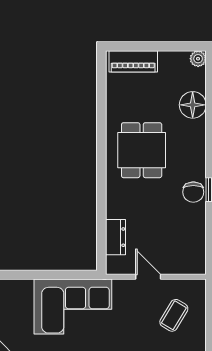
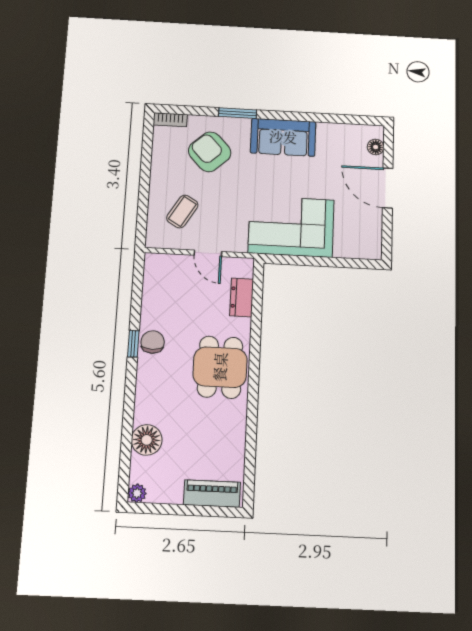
dining table: (142, 150) -> (220, 367), moved

